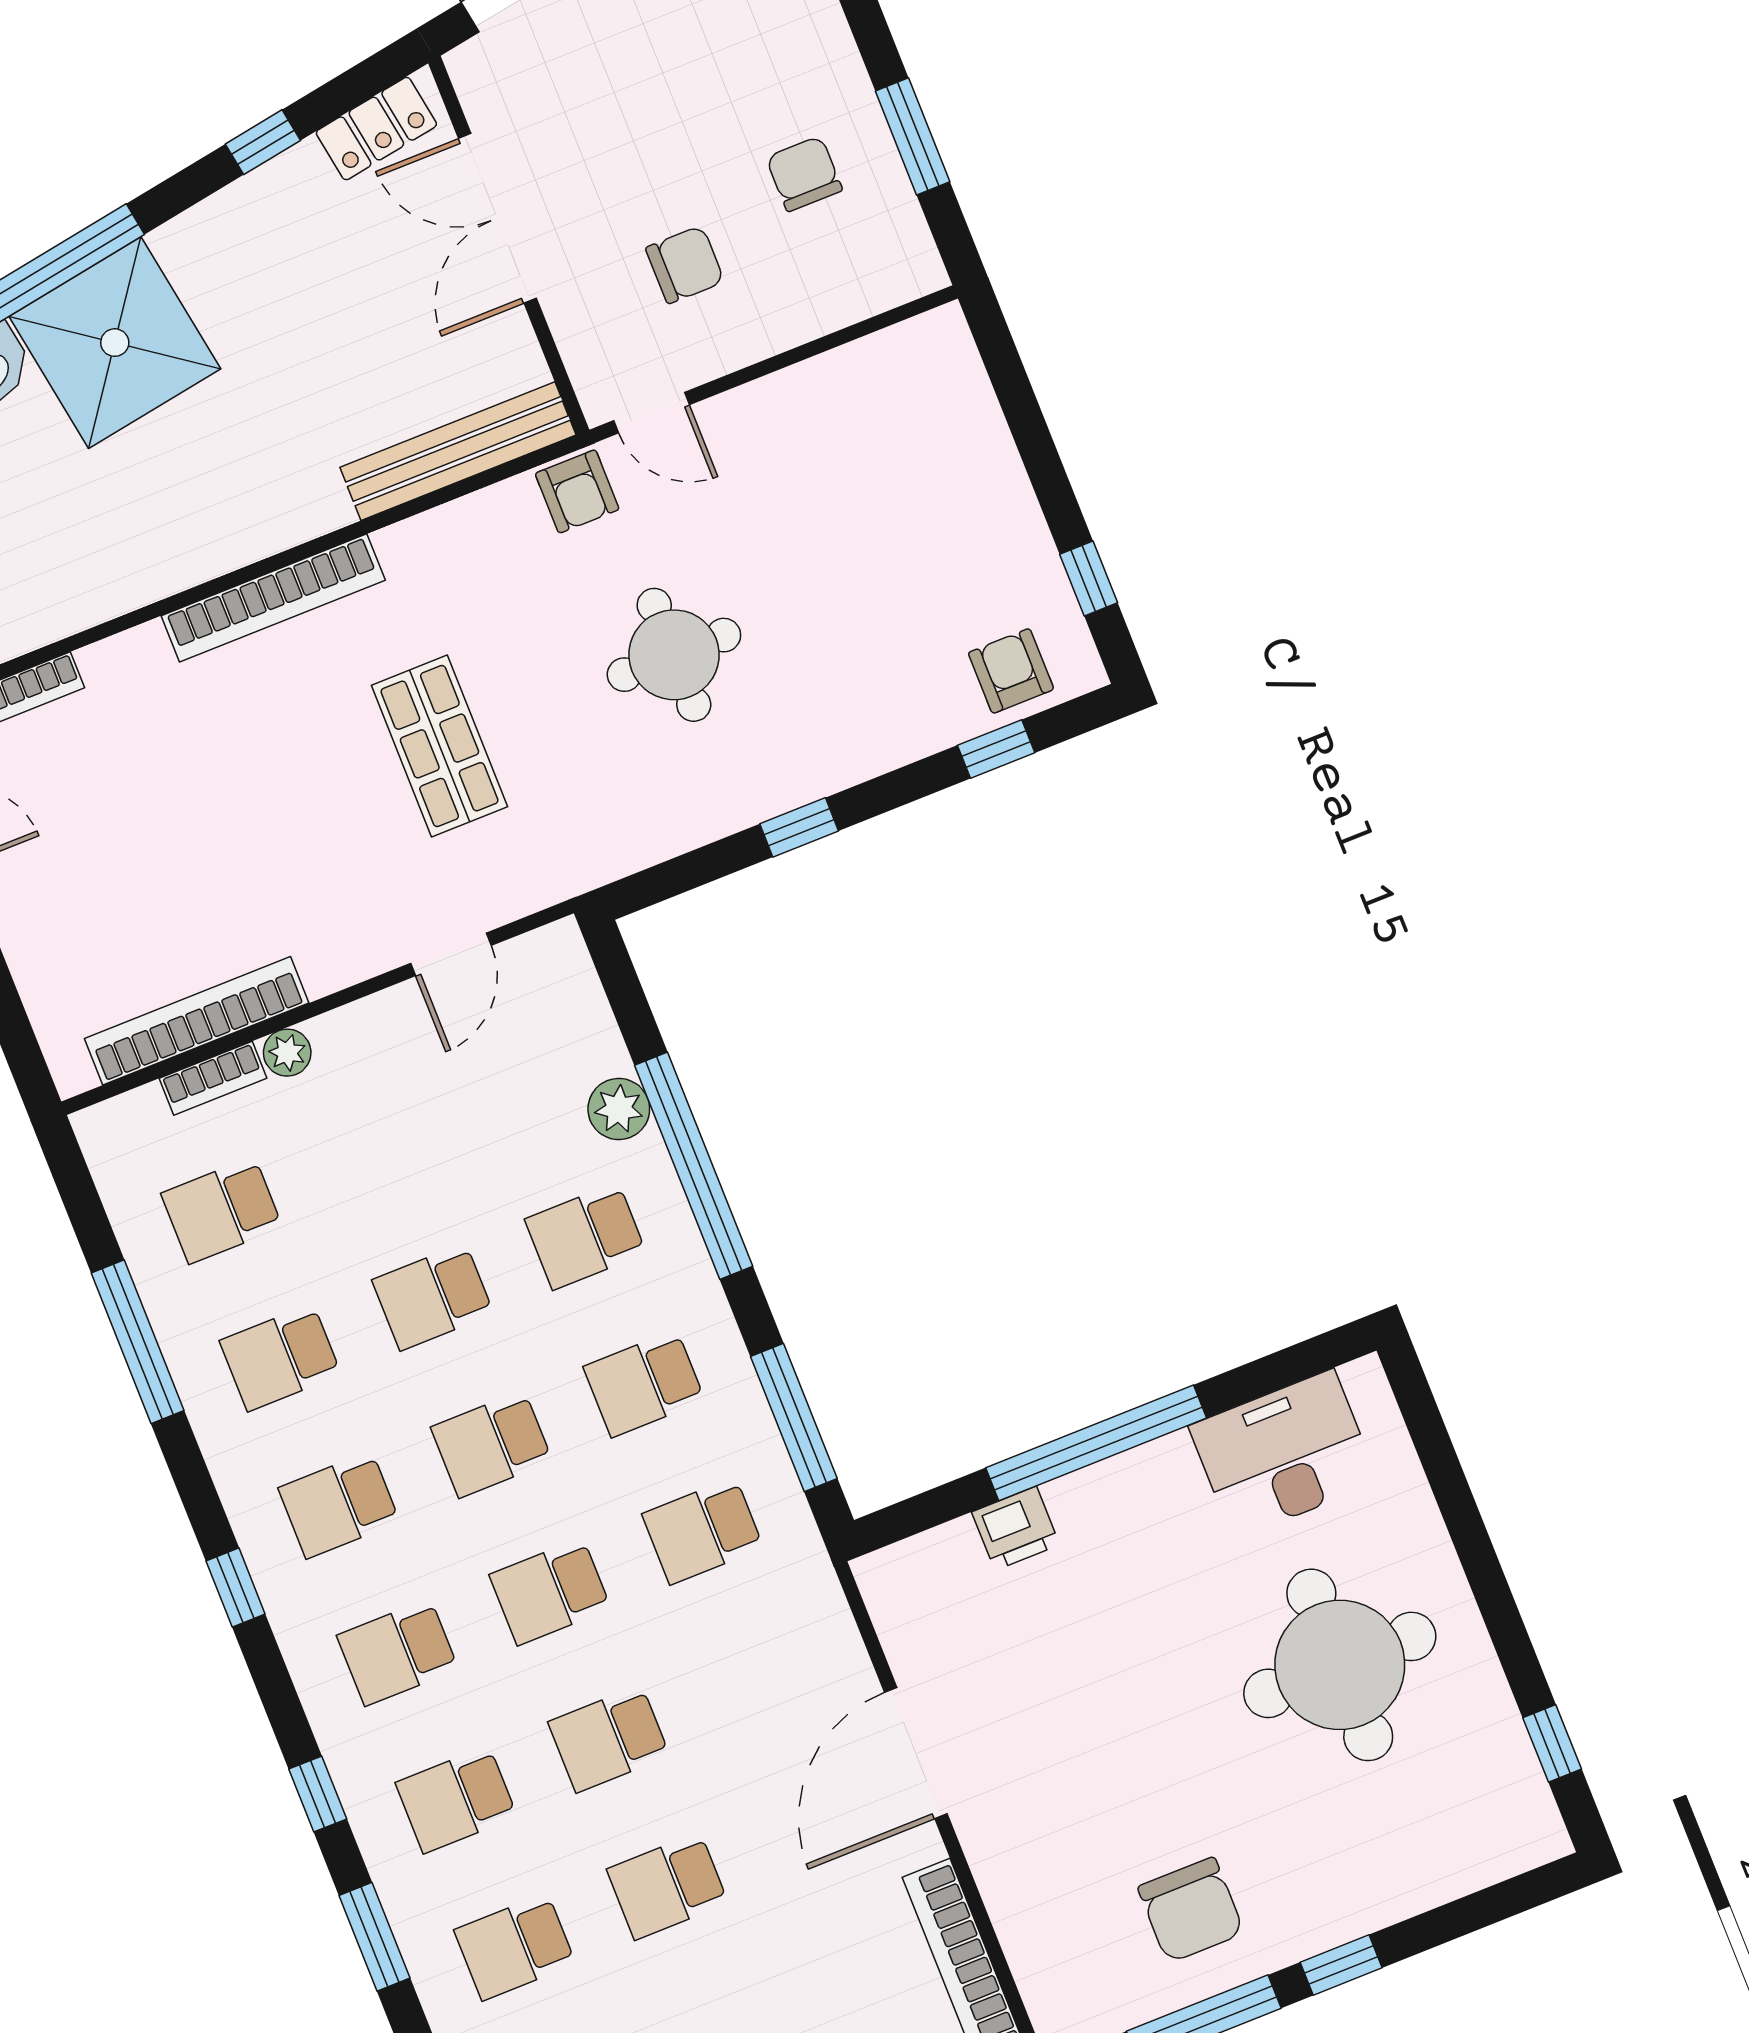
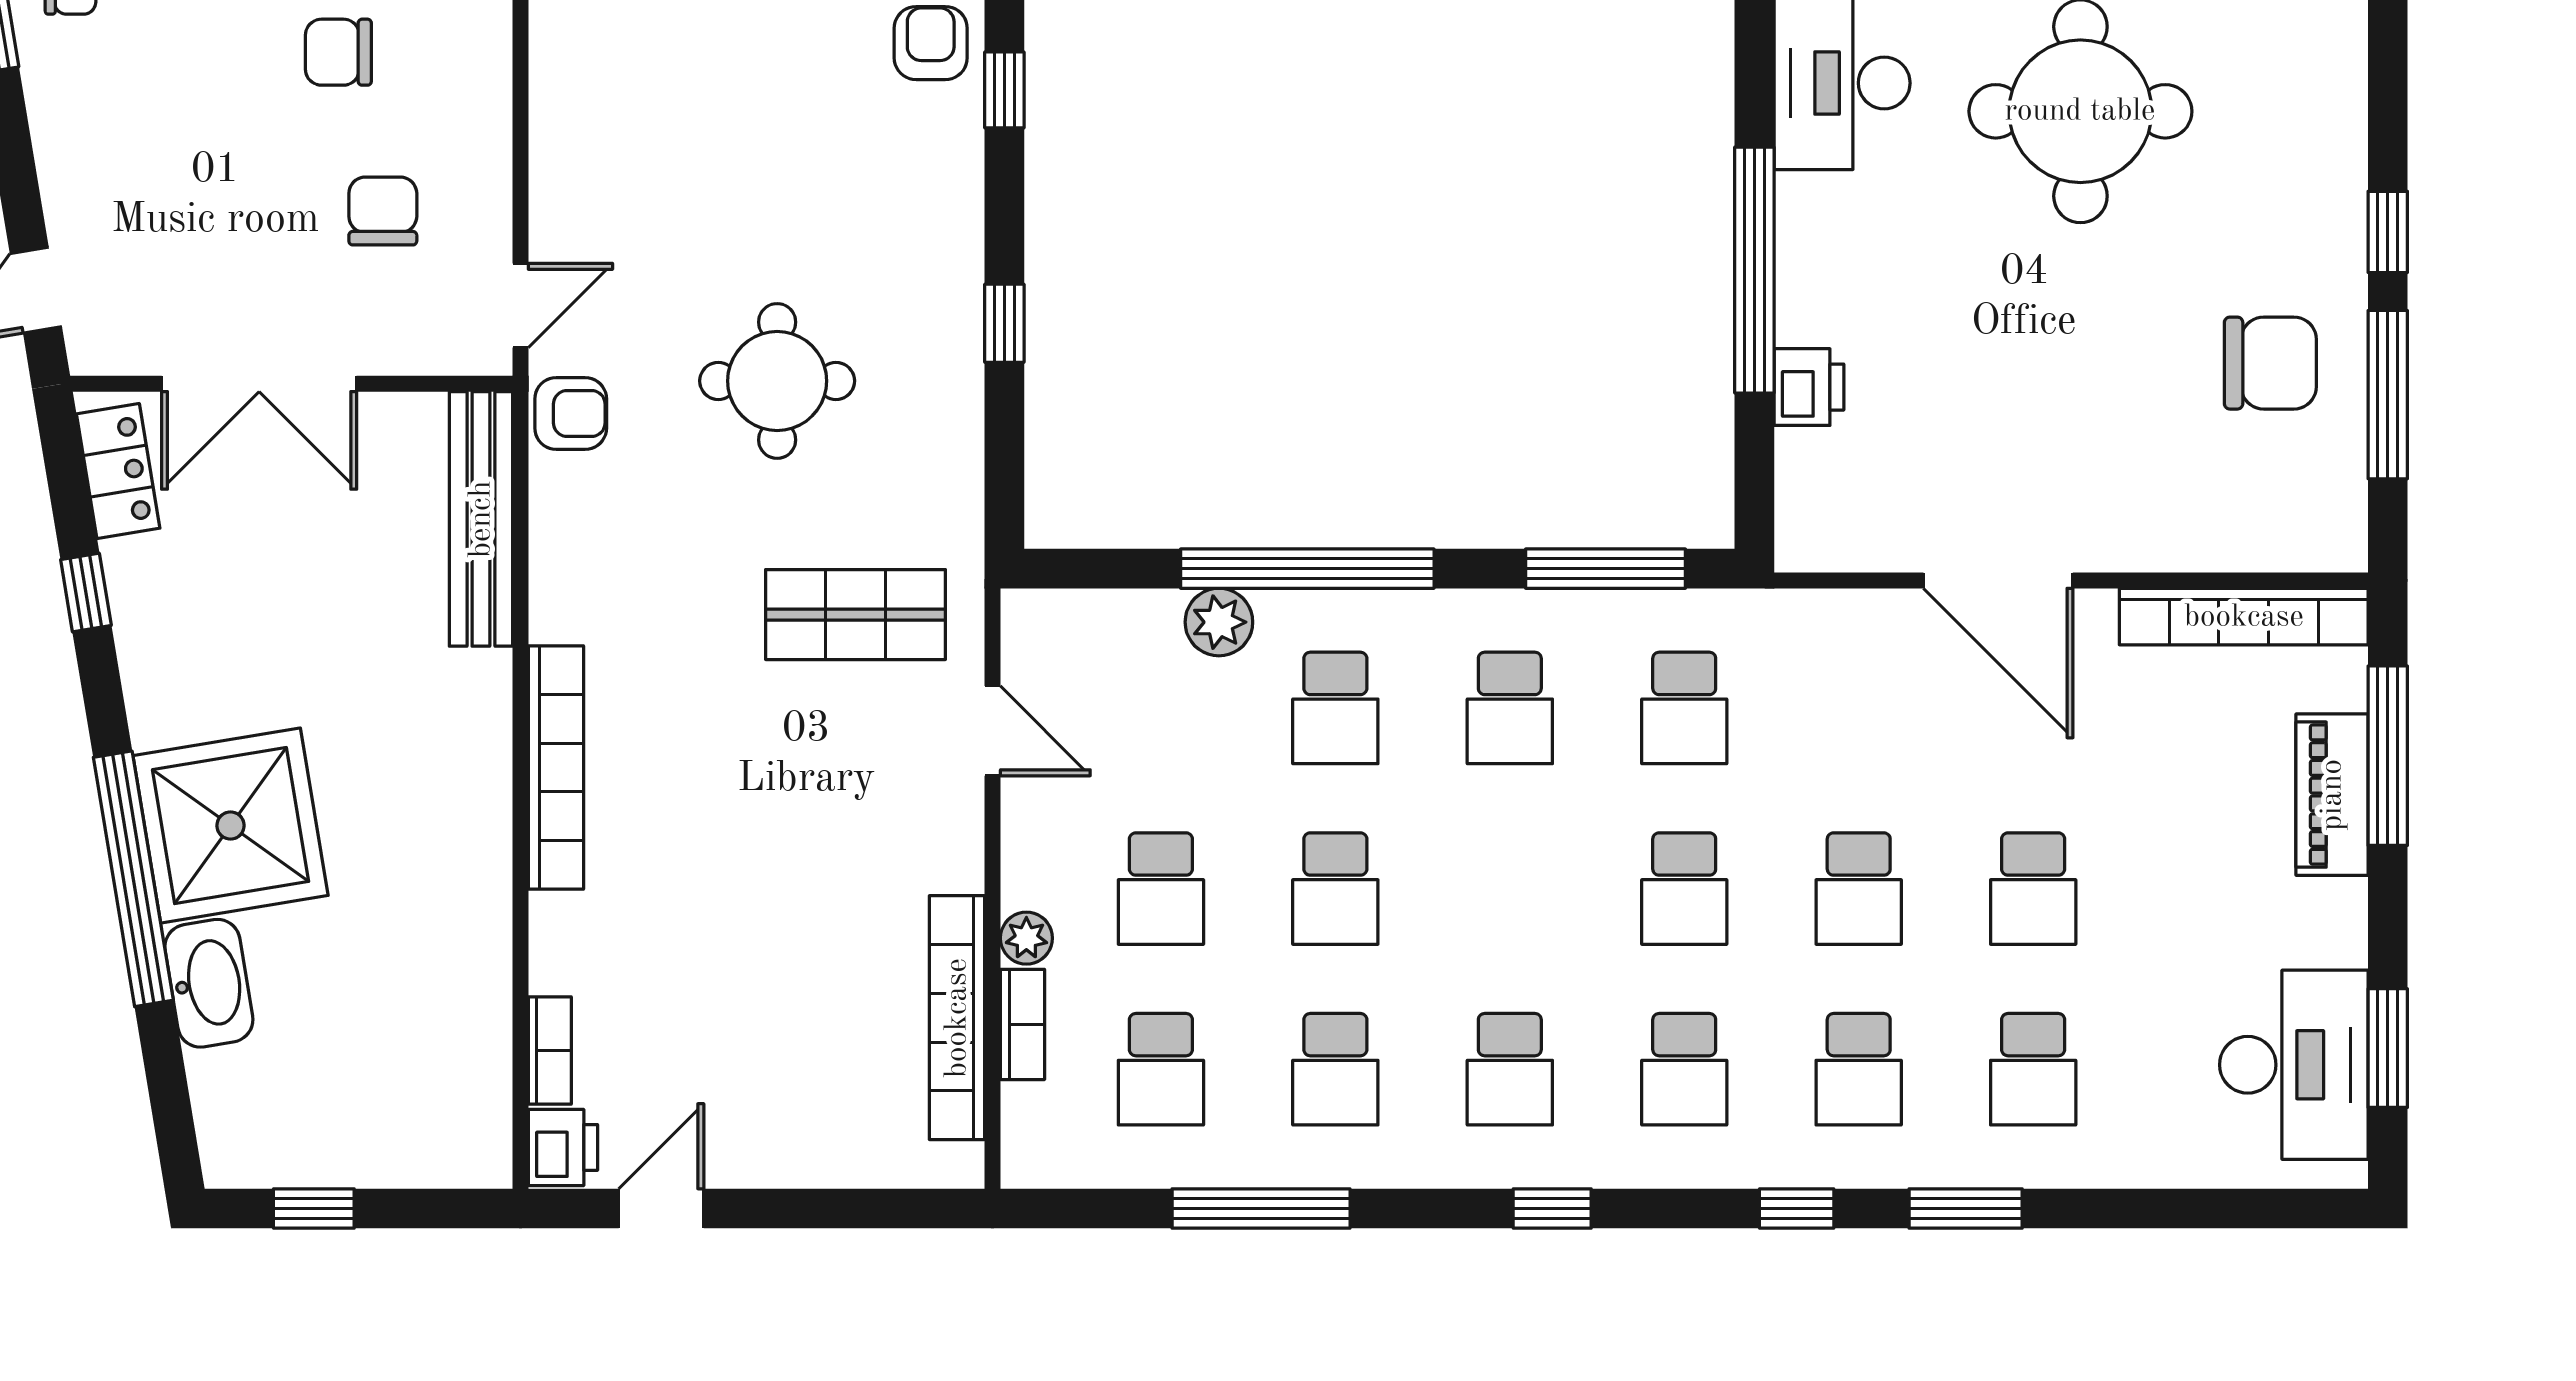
armchair: (1011, 671) -> (931, 43), turned 90
shop shelf: (439, 746) -> (855, 615), moved
school desk: (492, 1444) -> (1161, 889), moved

